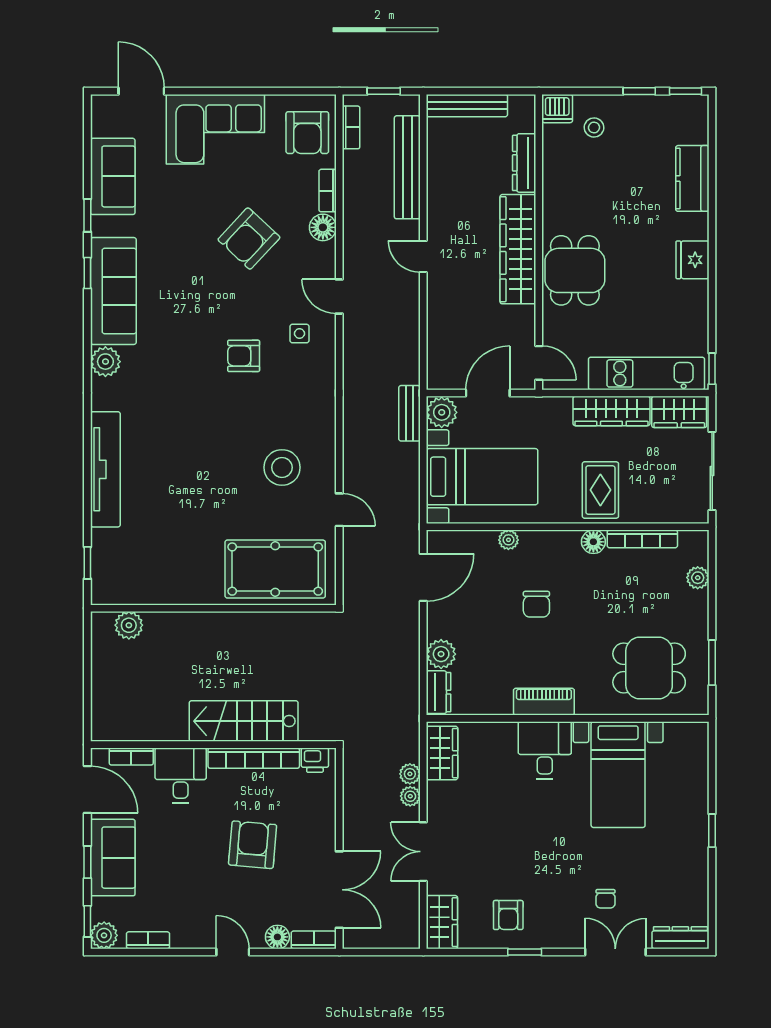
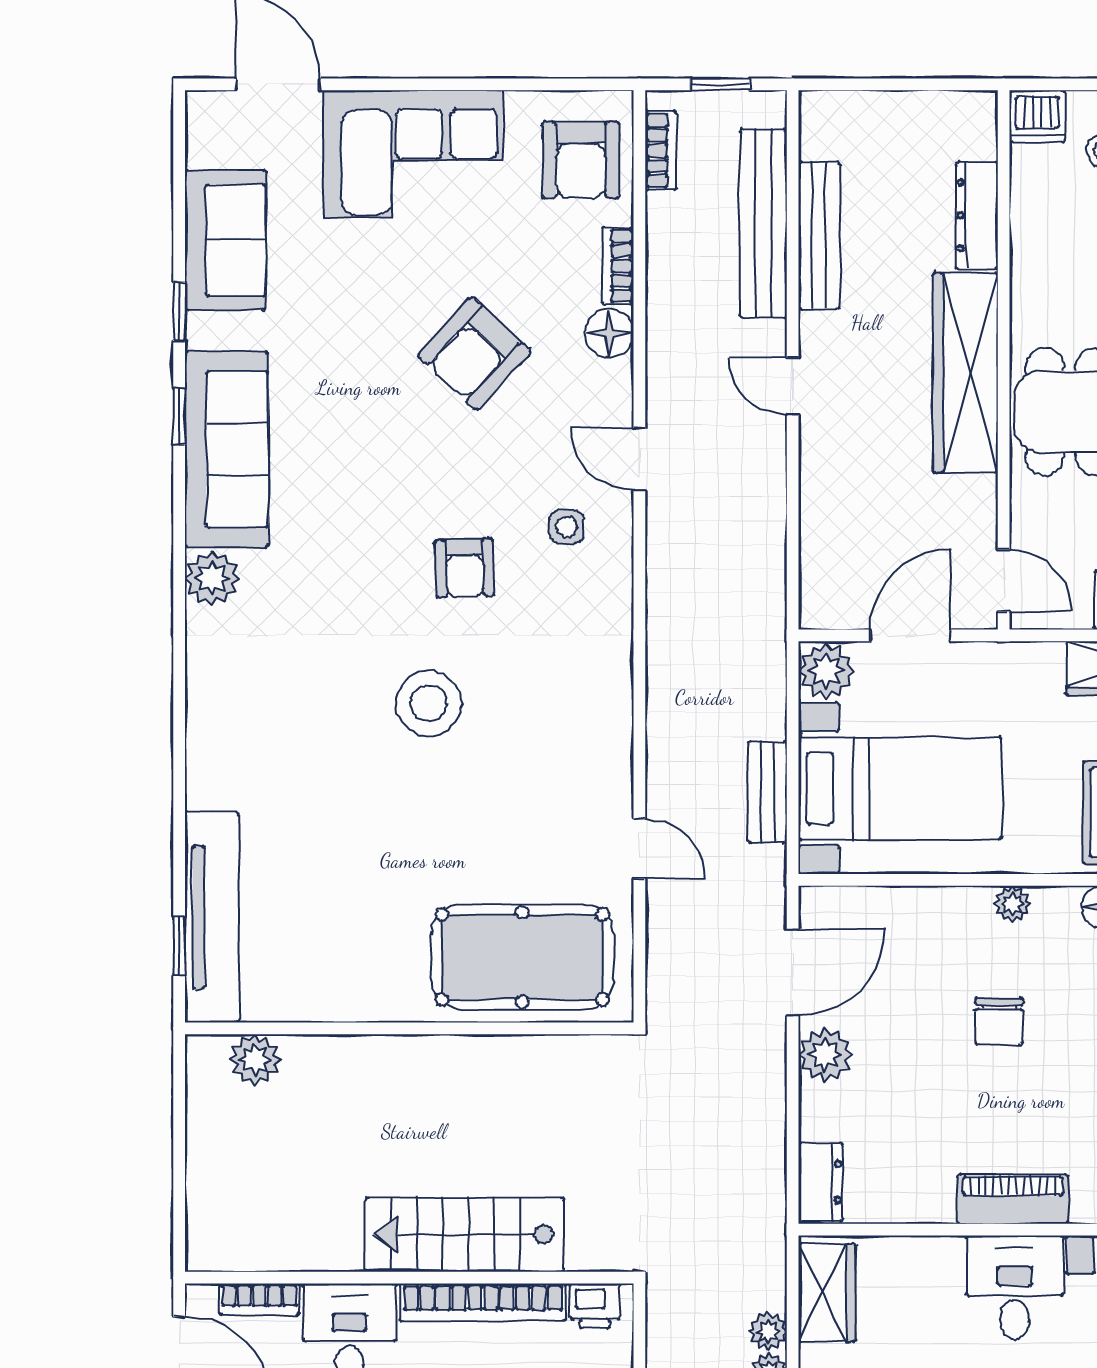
bench: (467, 106) -> (819, 236), moved, turned 90
armchair: (244, 356) -> (465, 568), turned -92
bench: (410, 413) -> (768, 792), moved
stool: (282, 467) -> (429, 703), moved
tv unit: (105, 469) -> (212, 917), moved
plant: (508, 540) -> (1012, 904), moved
plant: (441, 654) -> (825, 1055), moved

